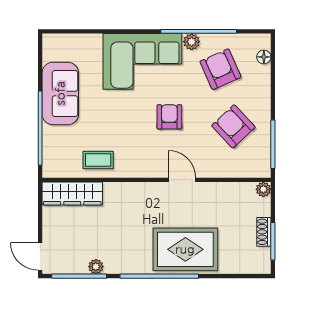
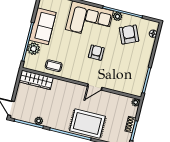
armchair: (233, 126) -> (128, 66), removed
plant: (54, 138) -> (33, 49), added
door: (182, 180) -> (95, 87), swing flipped

